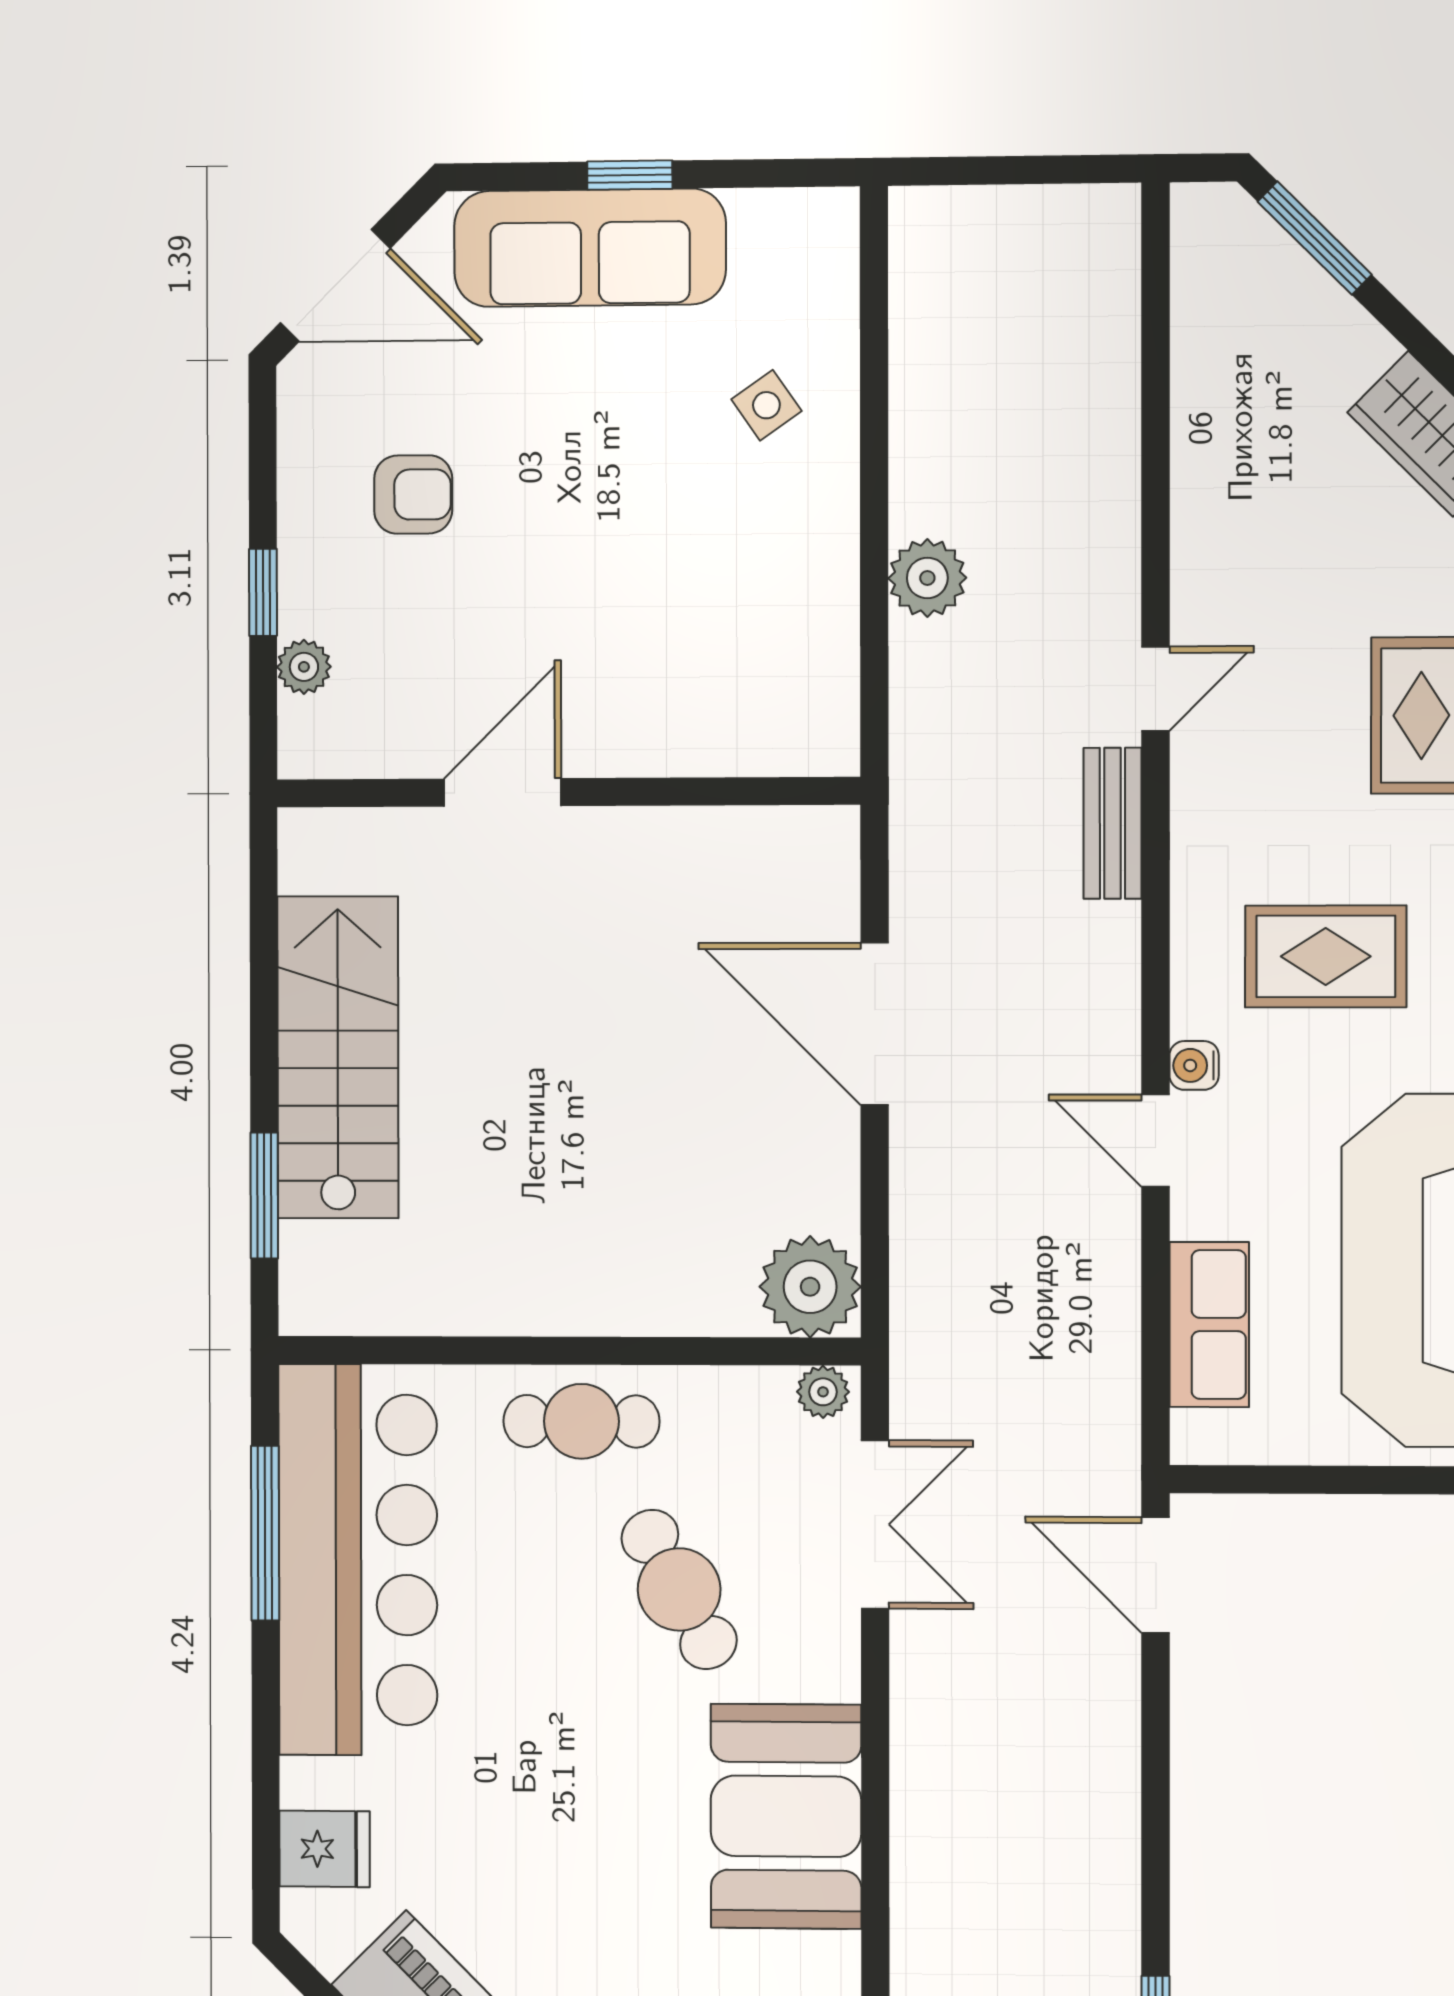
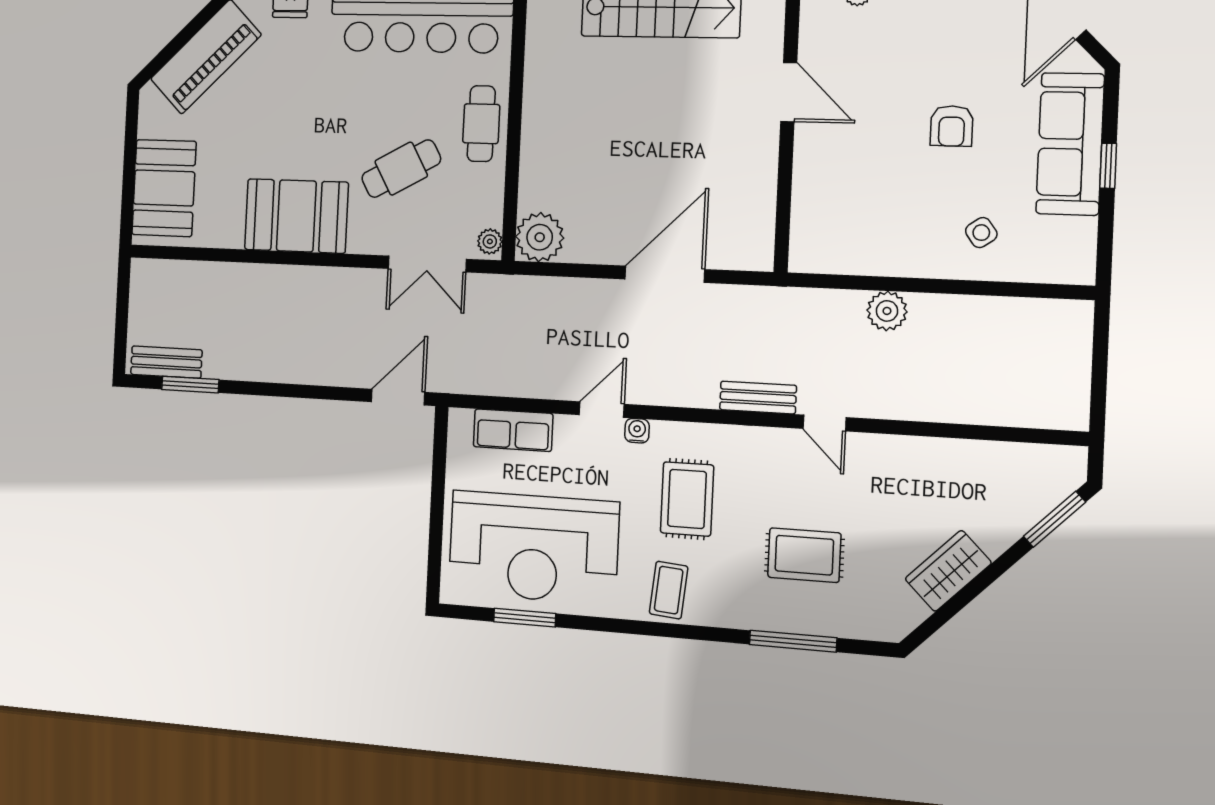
armchair: (413, 495) -> (952, 126), moved

